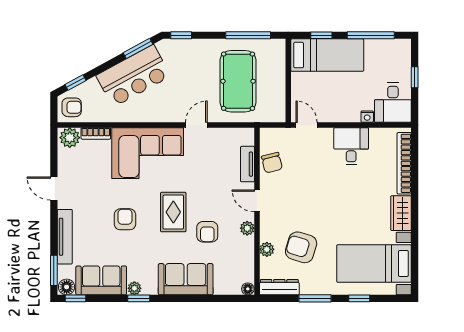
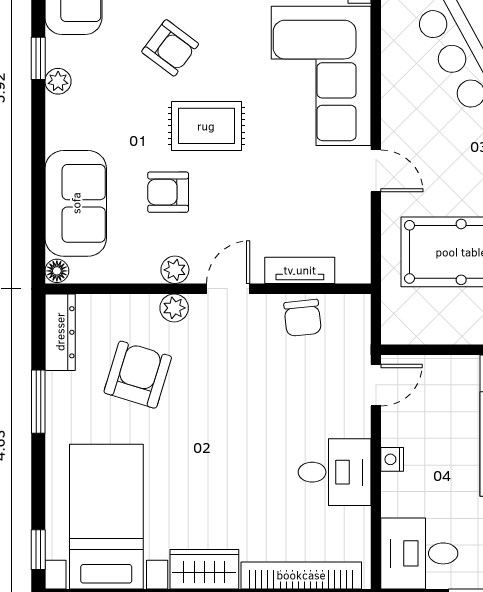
nightstand: (367, 117) -> (392, 459), moved
chair: (272, 163) -> (303, 318), turned -82
armchair: (125, 219) -> (170, 48), moved, turned 37
plant: (267, 249) -> (174, 308), moved
sofa: (186, 279) -> (76, 203), moved
plant: (134, 288) -> (58, 81), moved
window: (359, 298) -> (38, 550), moved

